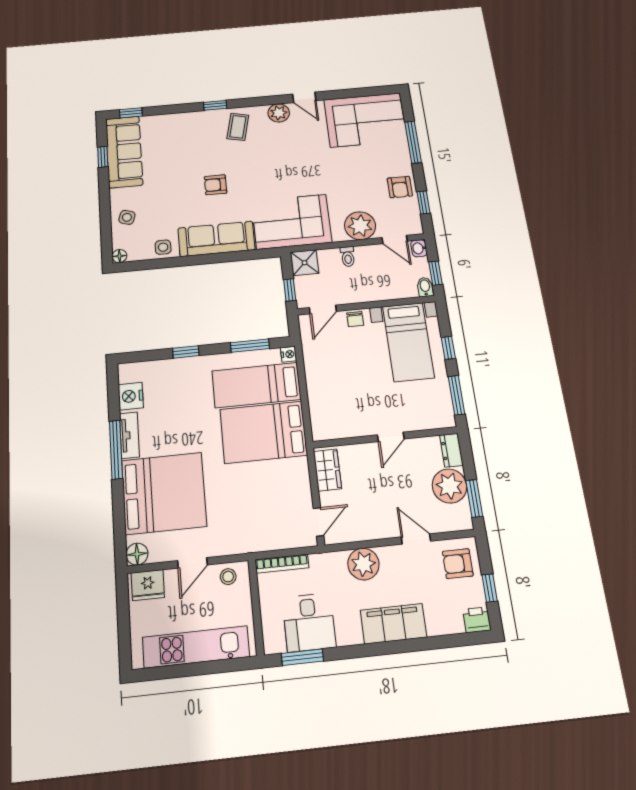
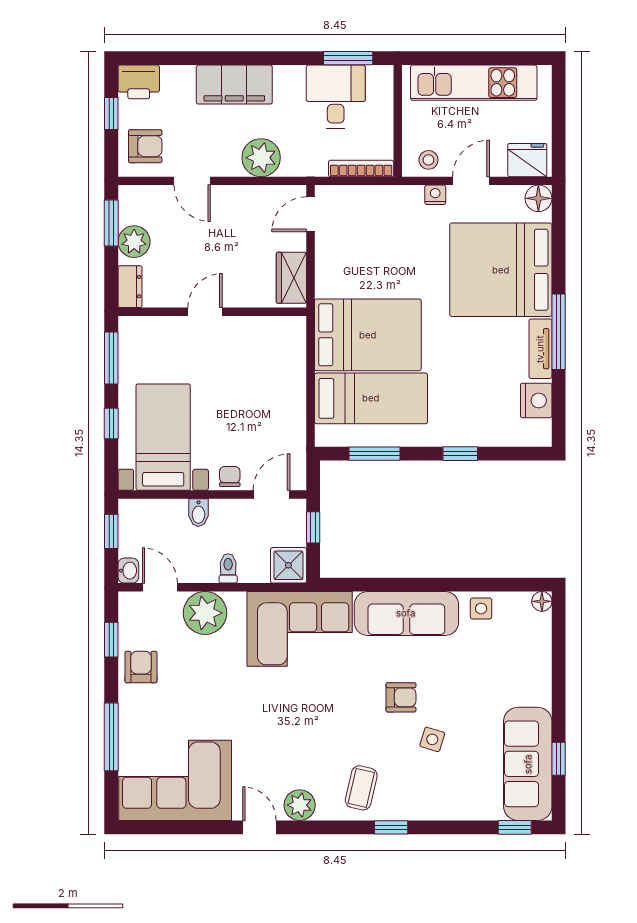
side table: (127, 217) -> (432, 739), moved
bidet: (425, 287) -> (198, 513), moved
nightstand: (289, 354) -> (435, 195), moved, turned 90
plant: (449, 486) -> (134, 242), width x0.73, depth x0.73
printer: (477, 620) -> (139, 82), width x1.36, depth x1.24

